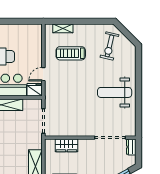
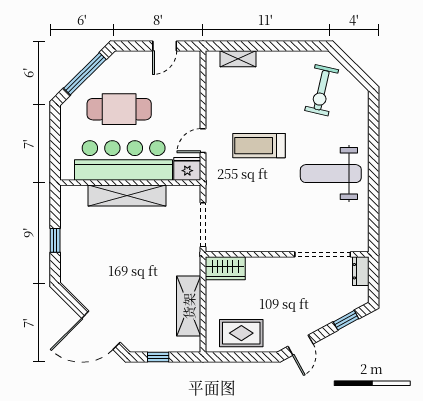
door: (22, 21) -> (165, 46), added
treadmill: (71, 53) -> (259, 146), moved
wardrobe: (66, 145) -> (225, 268), moved

